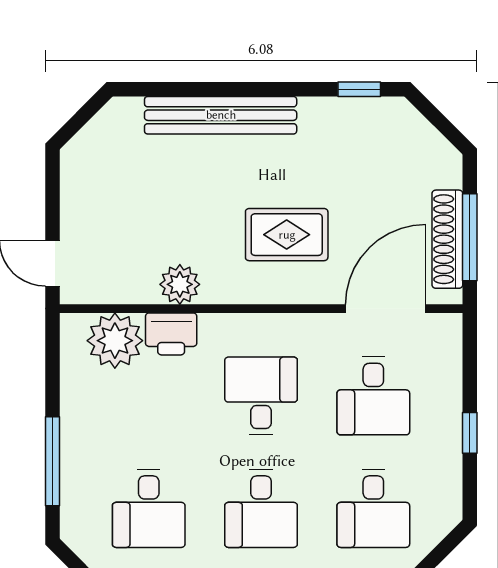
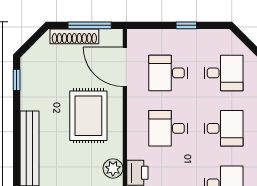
rug: (287, 235) -> (88, 116), width x1.36, depth x1.43
shoe rack: (447, 239) -> (74, 36), moved
desk: (373, 396) -> (168, 73), turned 180

